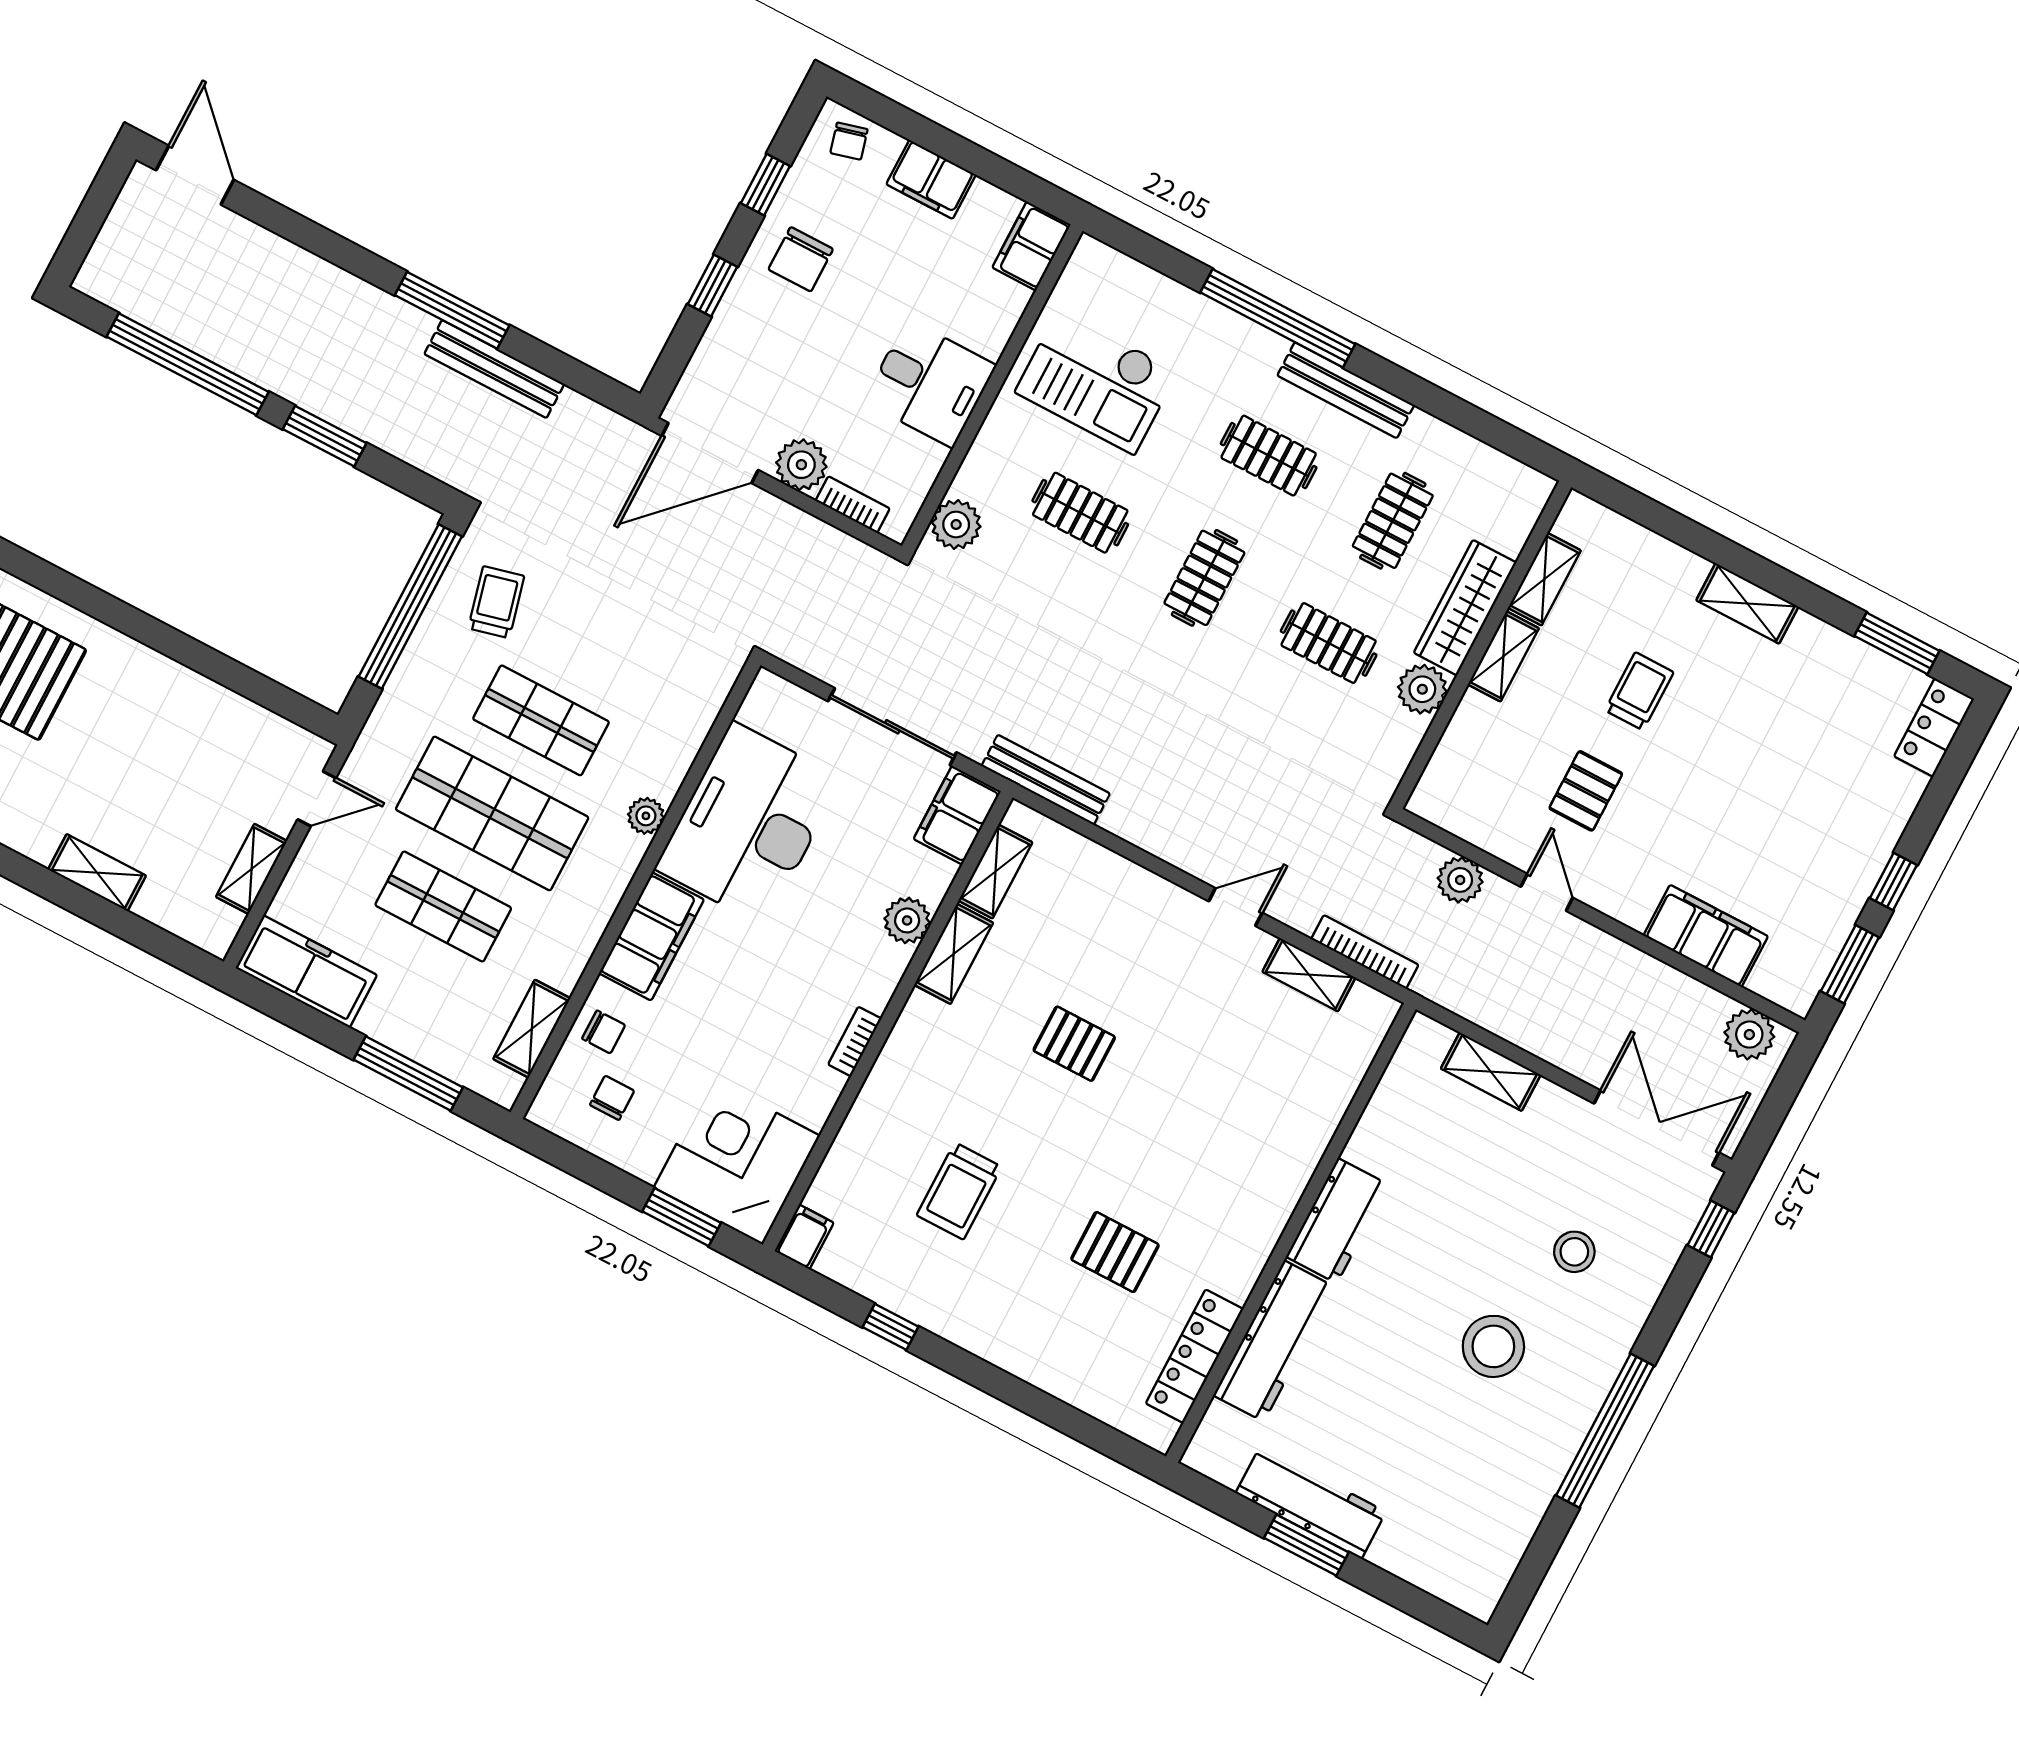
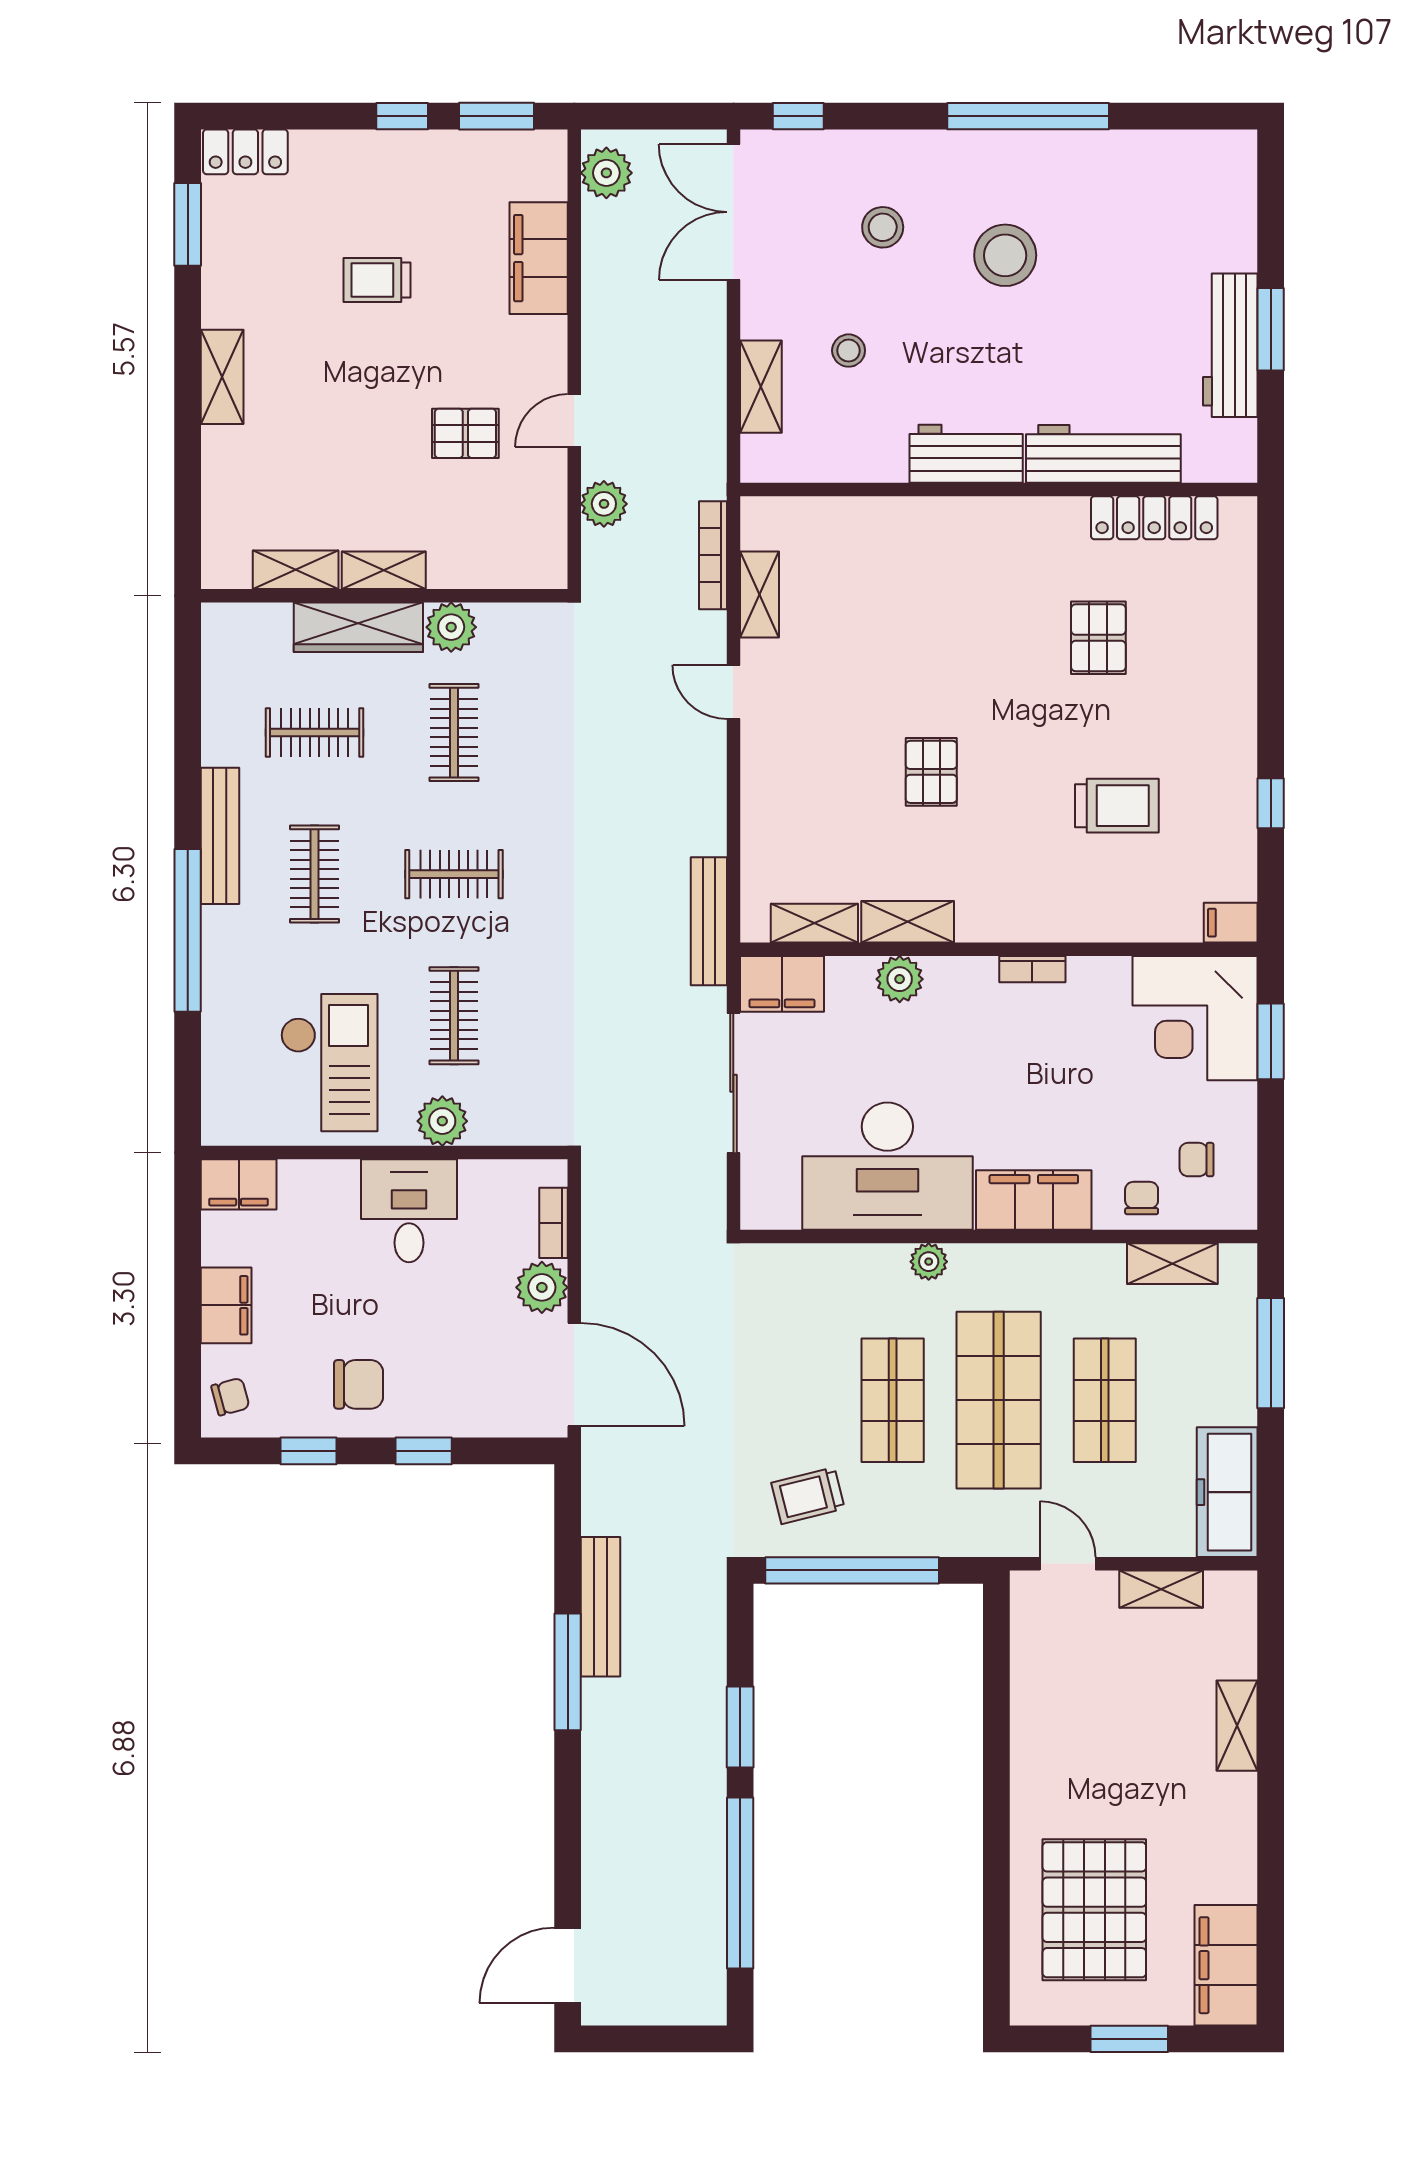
plant: (956, 524) -> (442, 1121), moved
trolley: (1639, 691) -> (377, 280), moved
stool: (1482, 1165) -> (849, 351), added

